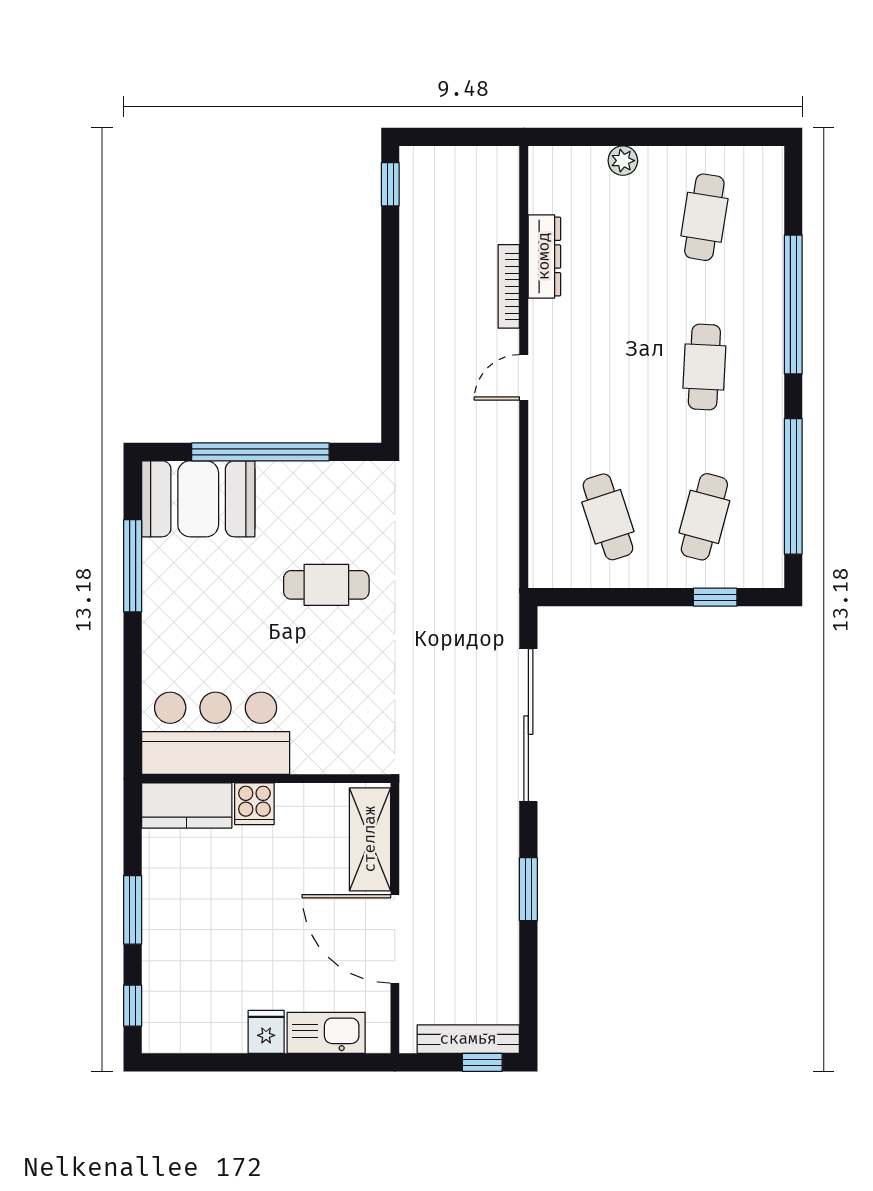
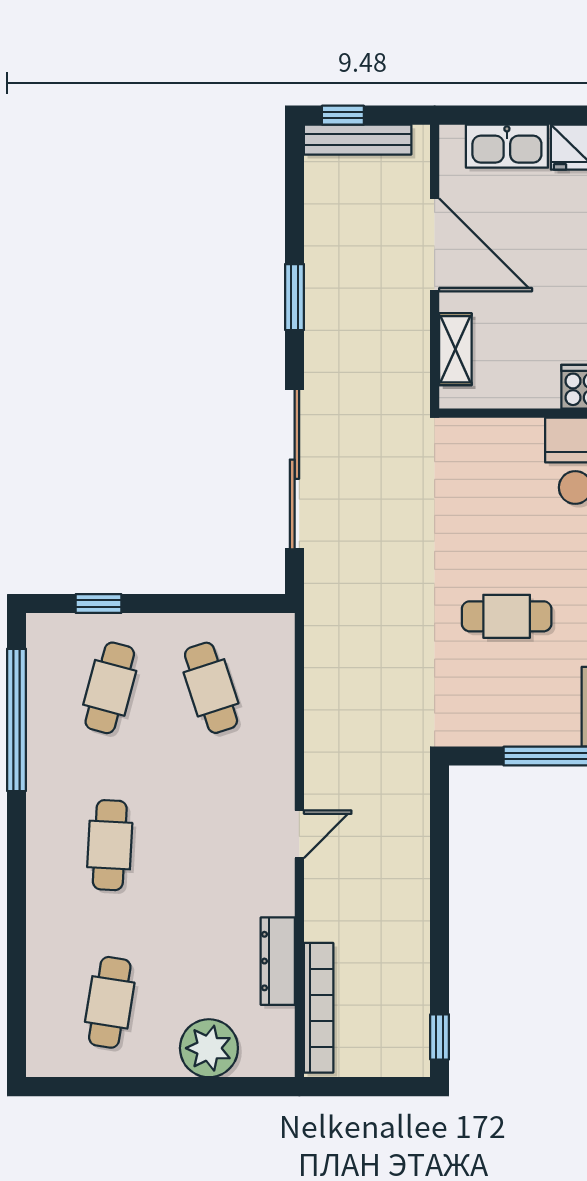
plant: (623, 161) -> (209, 1048), width x1.87, depth x1.87
bookcase: (509, 286) -> (319, 1008), moved, width x1.48, depth x1.31
window: (793, 304) -> (17, 911), removed
shelving: (370, 839) -> (455, 349), width x0.67, depth x0.75

